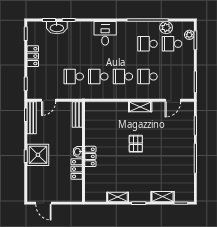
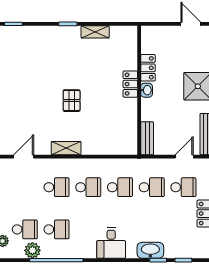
washbasin: (57, 28) -> (150, 250), moved
school desk: (49, 77) -> (183, 187), added
shelving: (163, 197) -> (37, 32), removed

